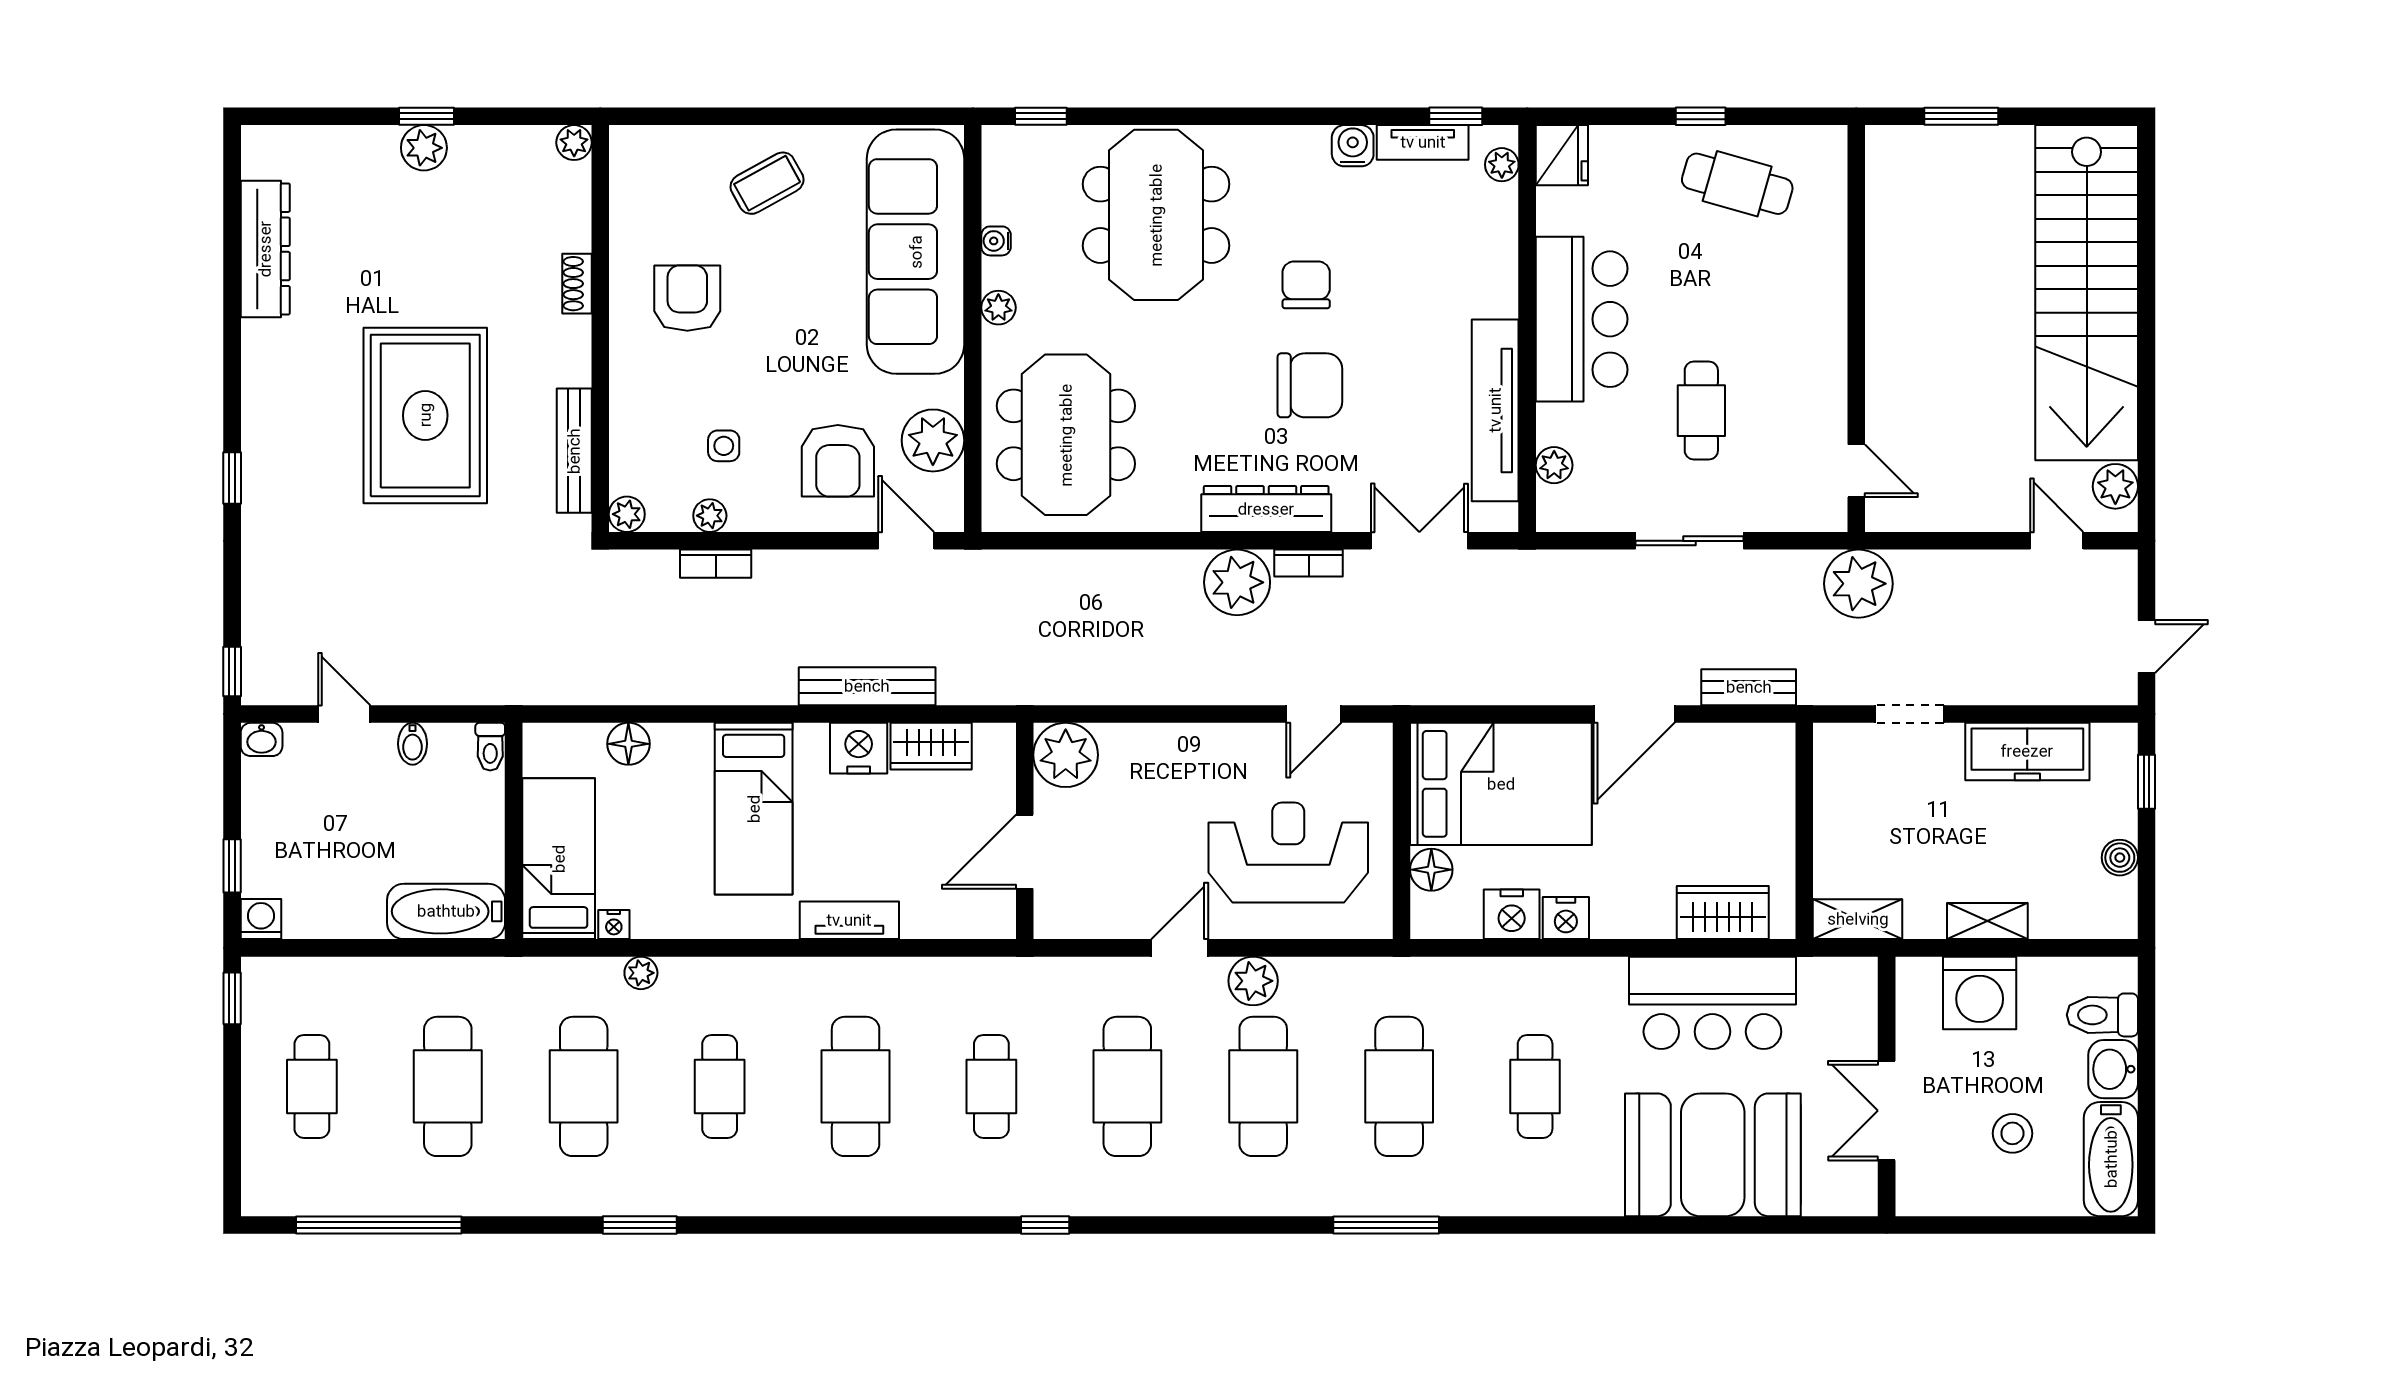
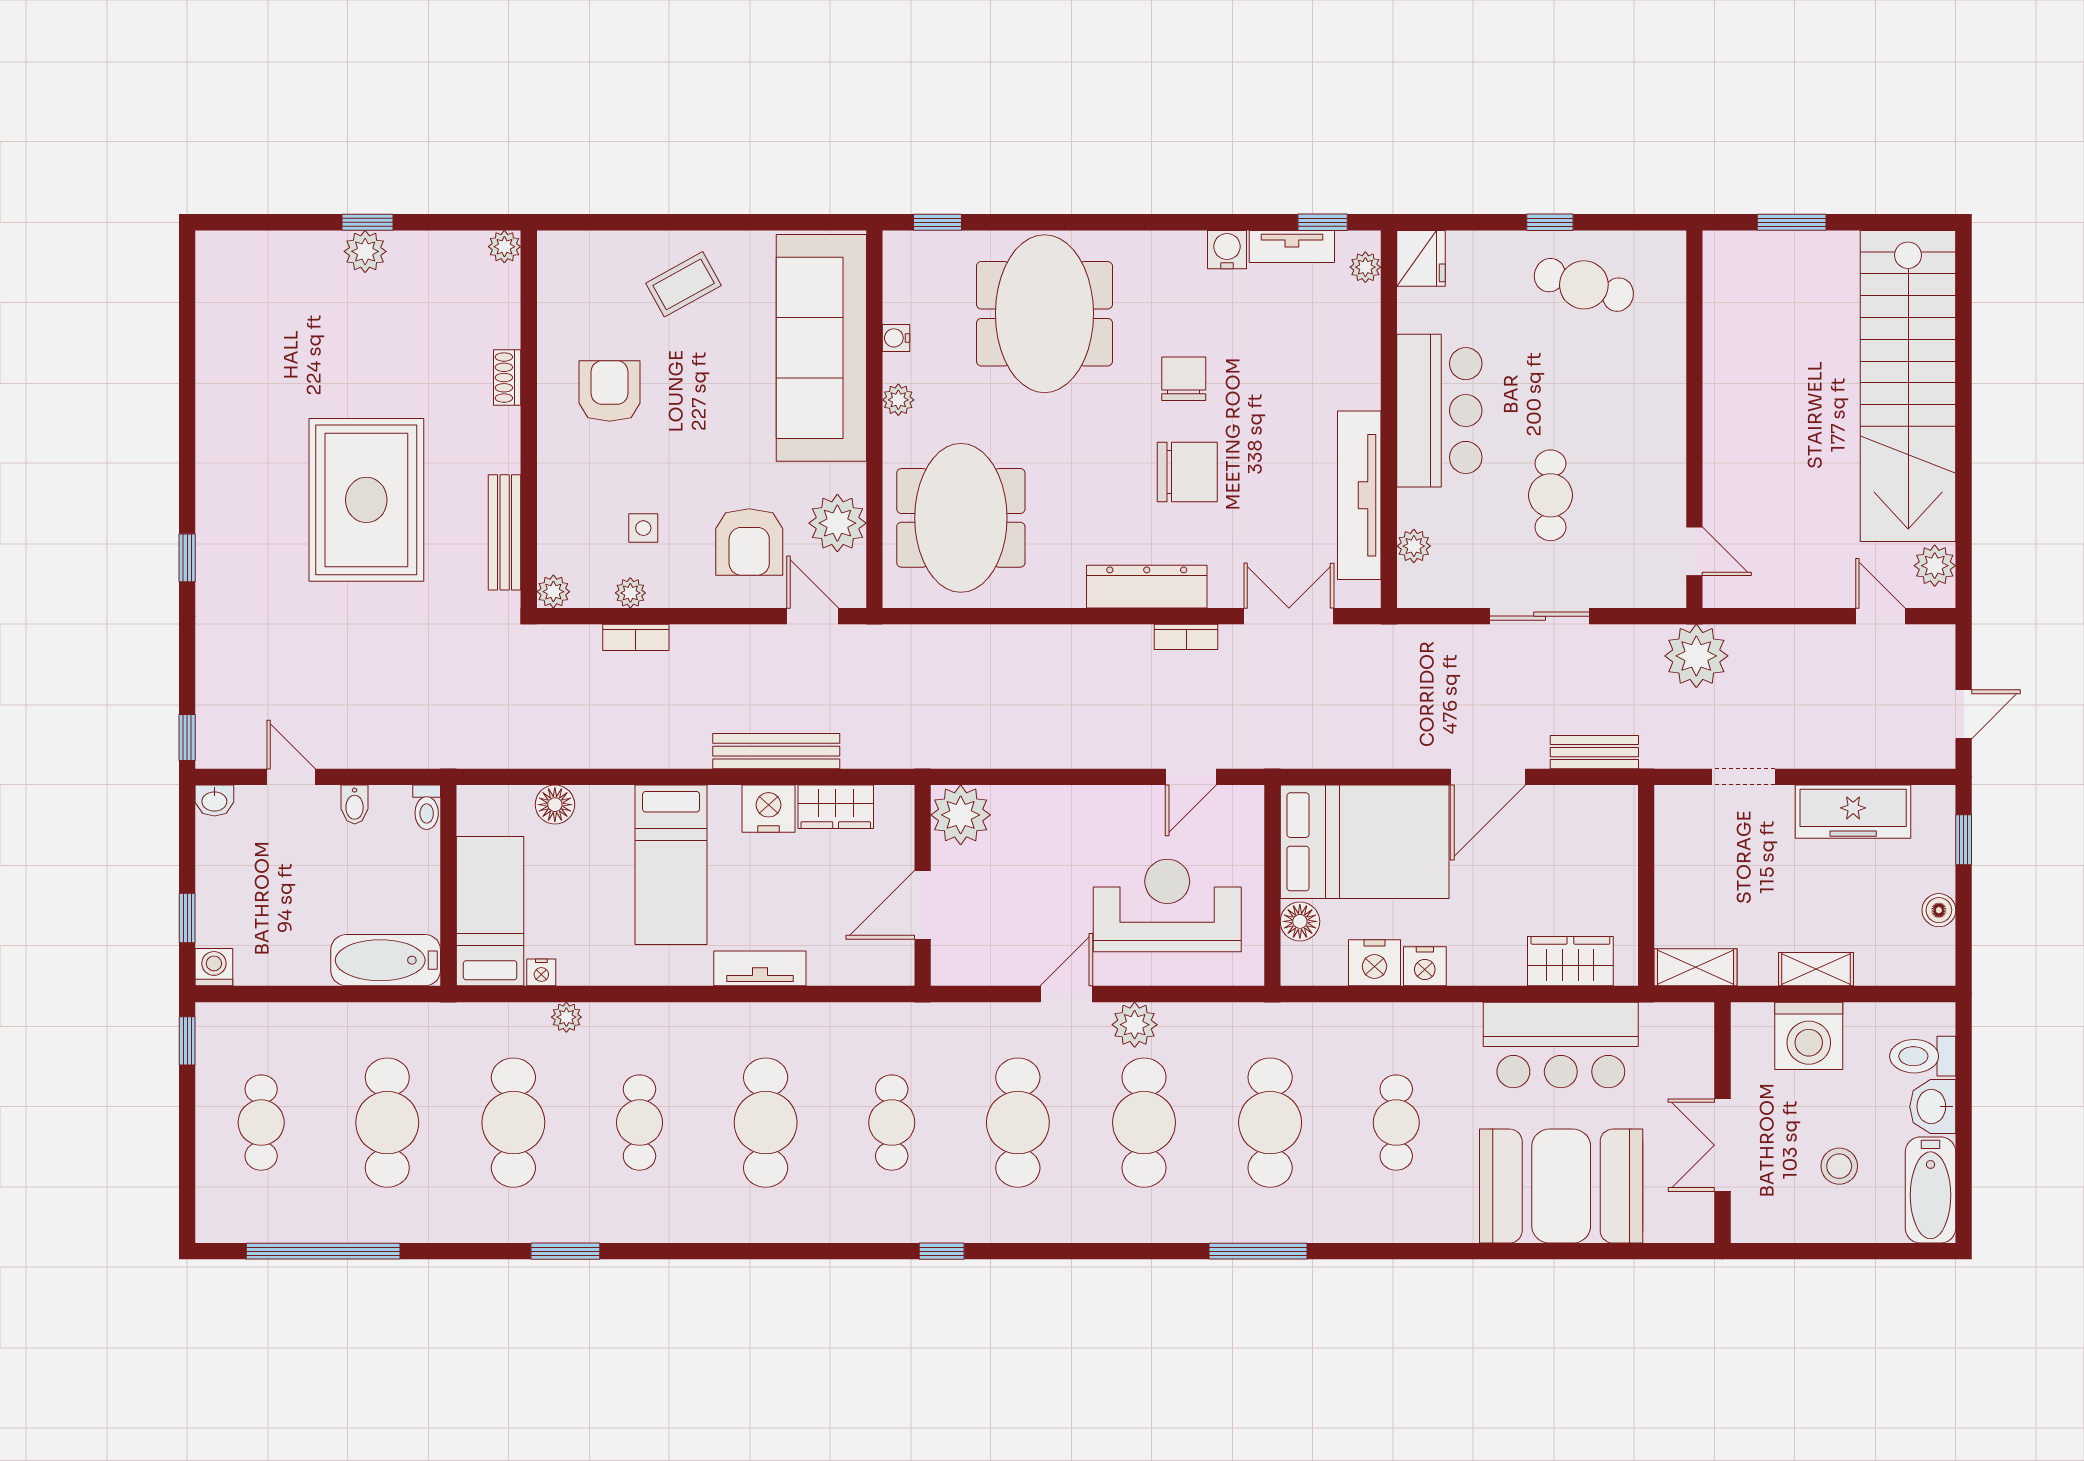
dresser: (265, 249) -> (218, 345), removed
plant: (1237, 582) -> (1120, 655), removed

